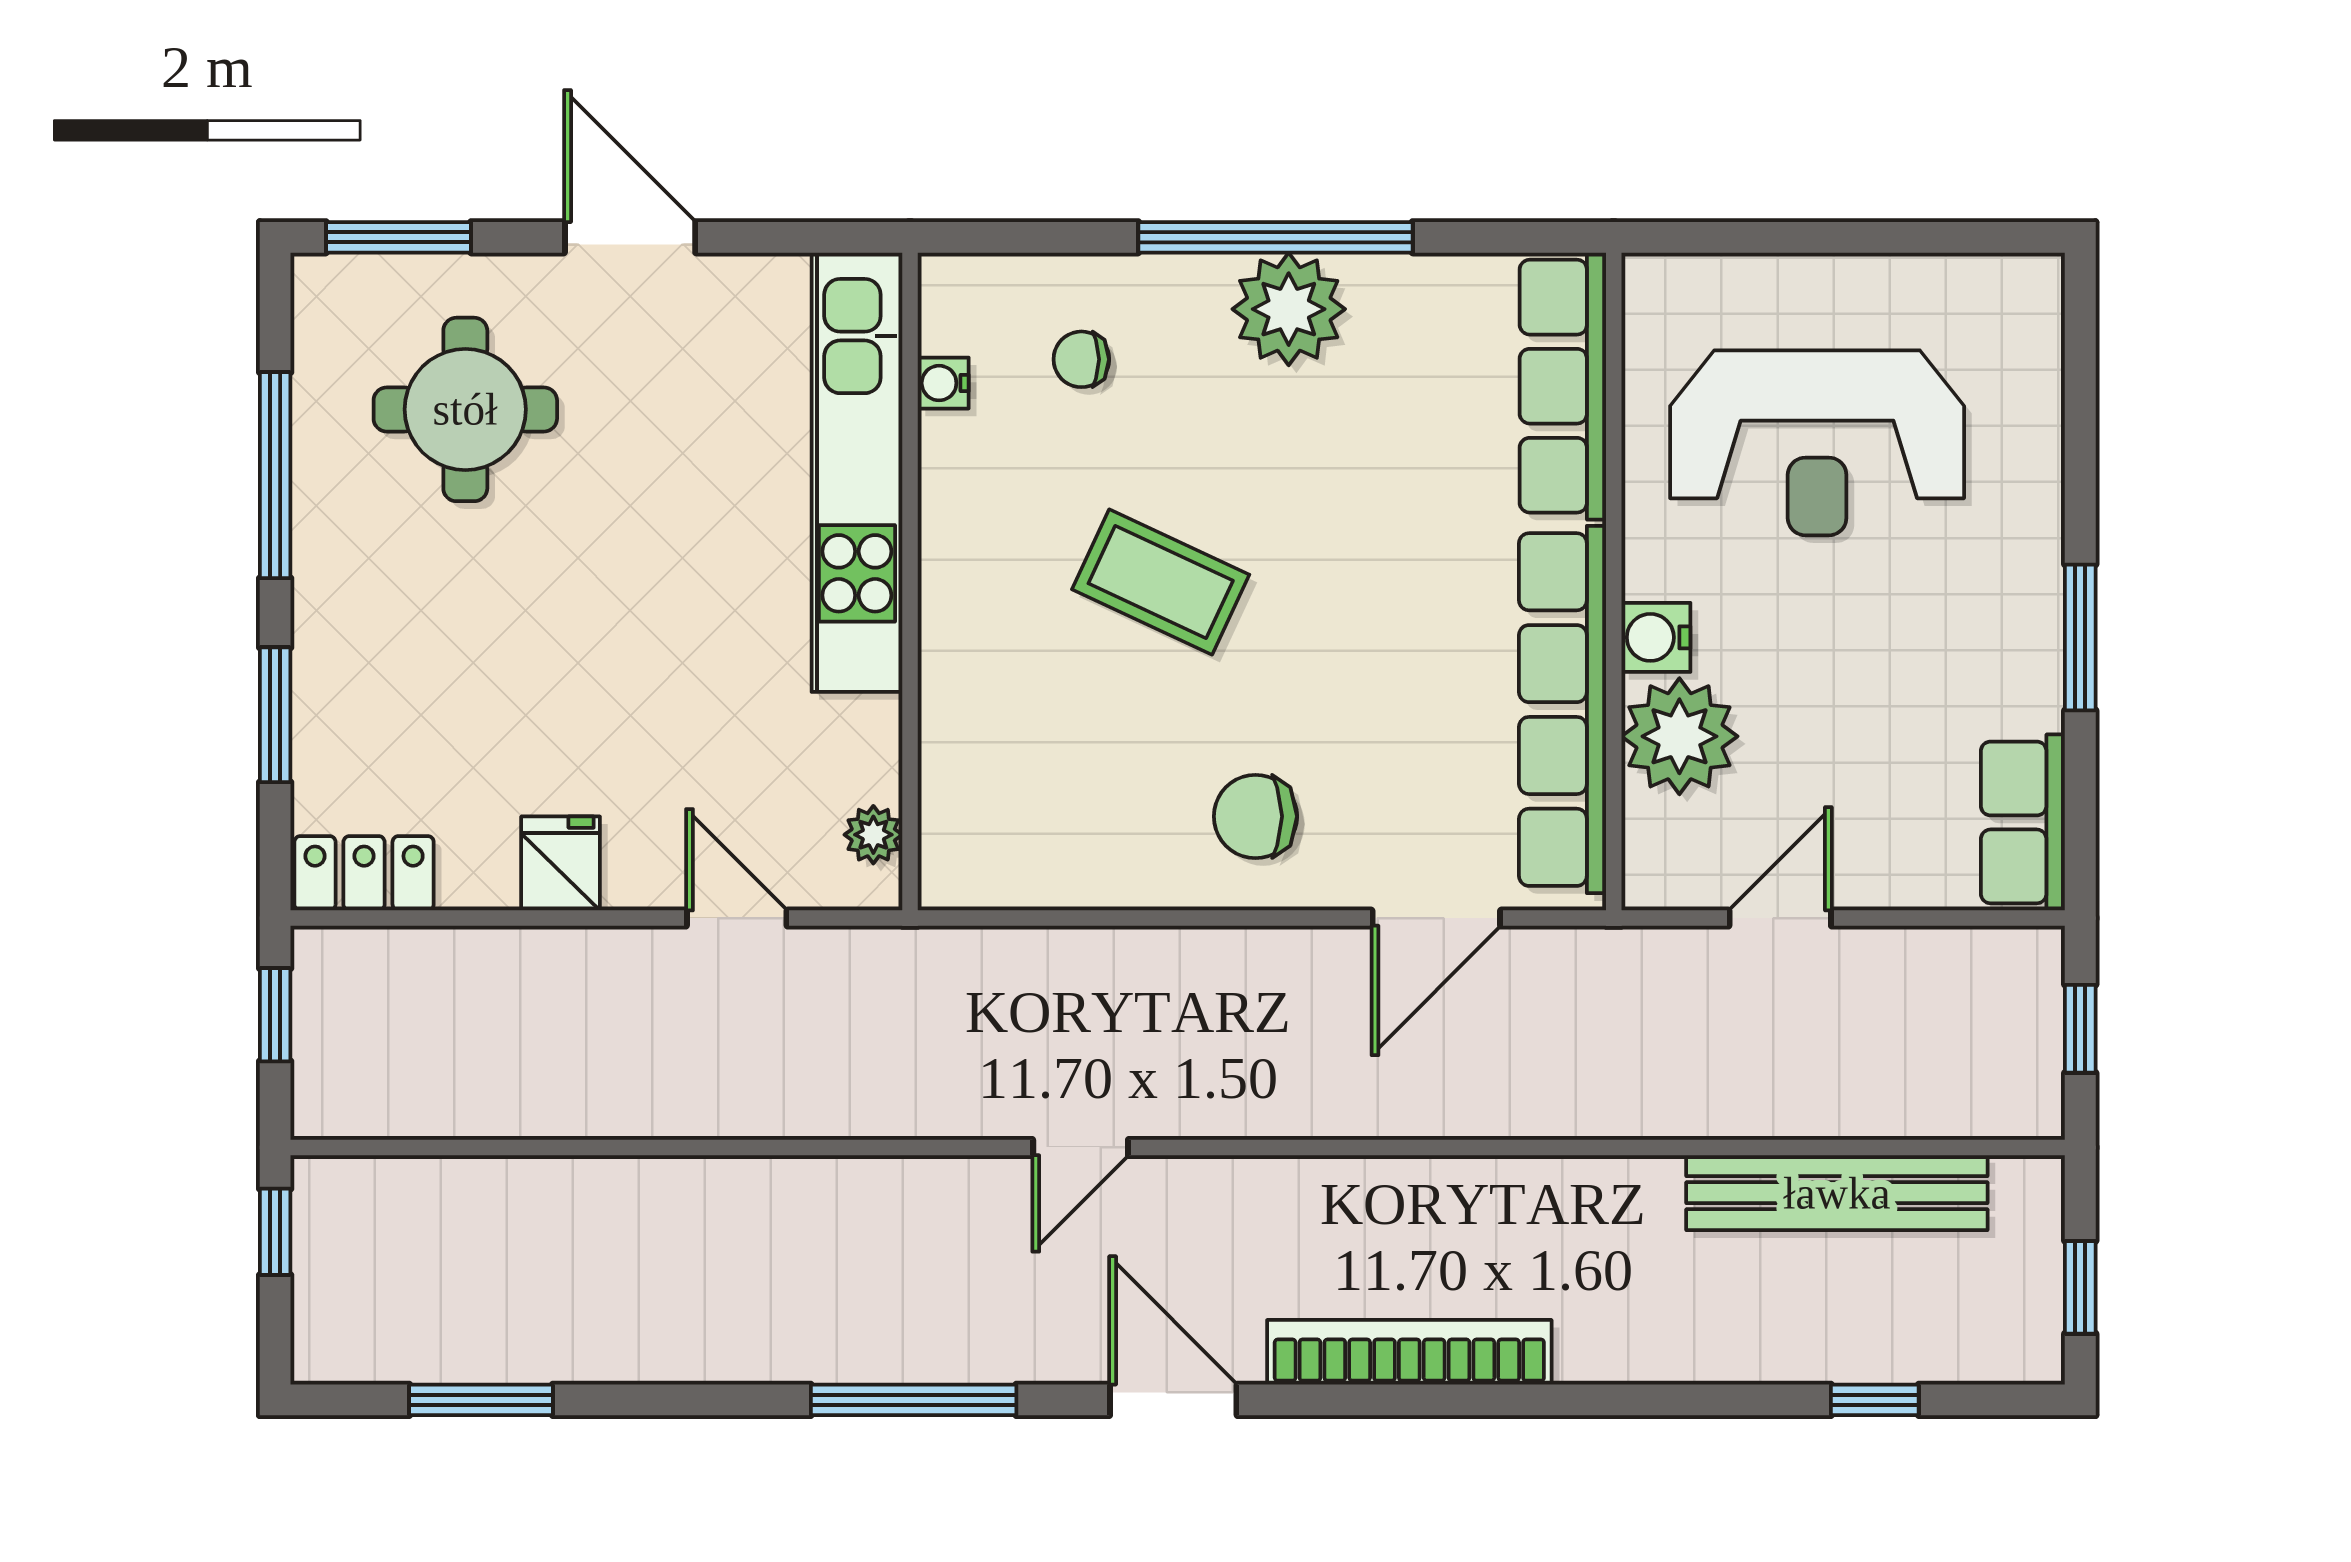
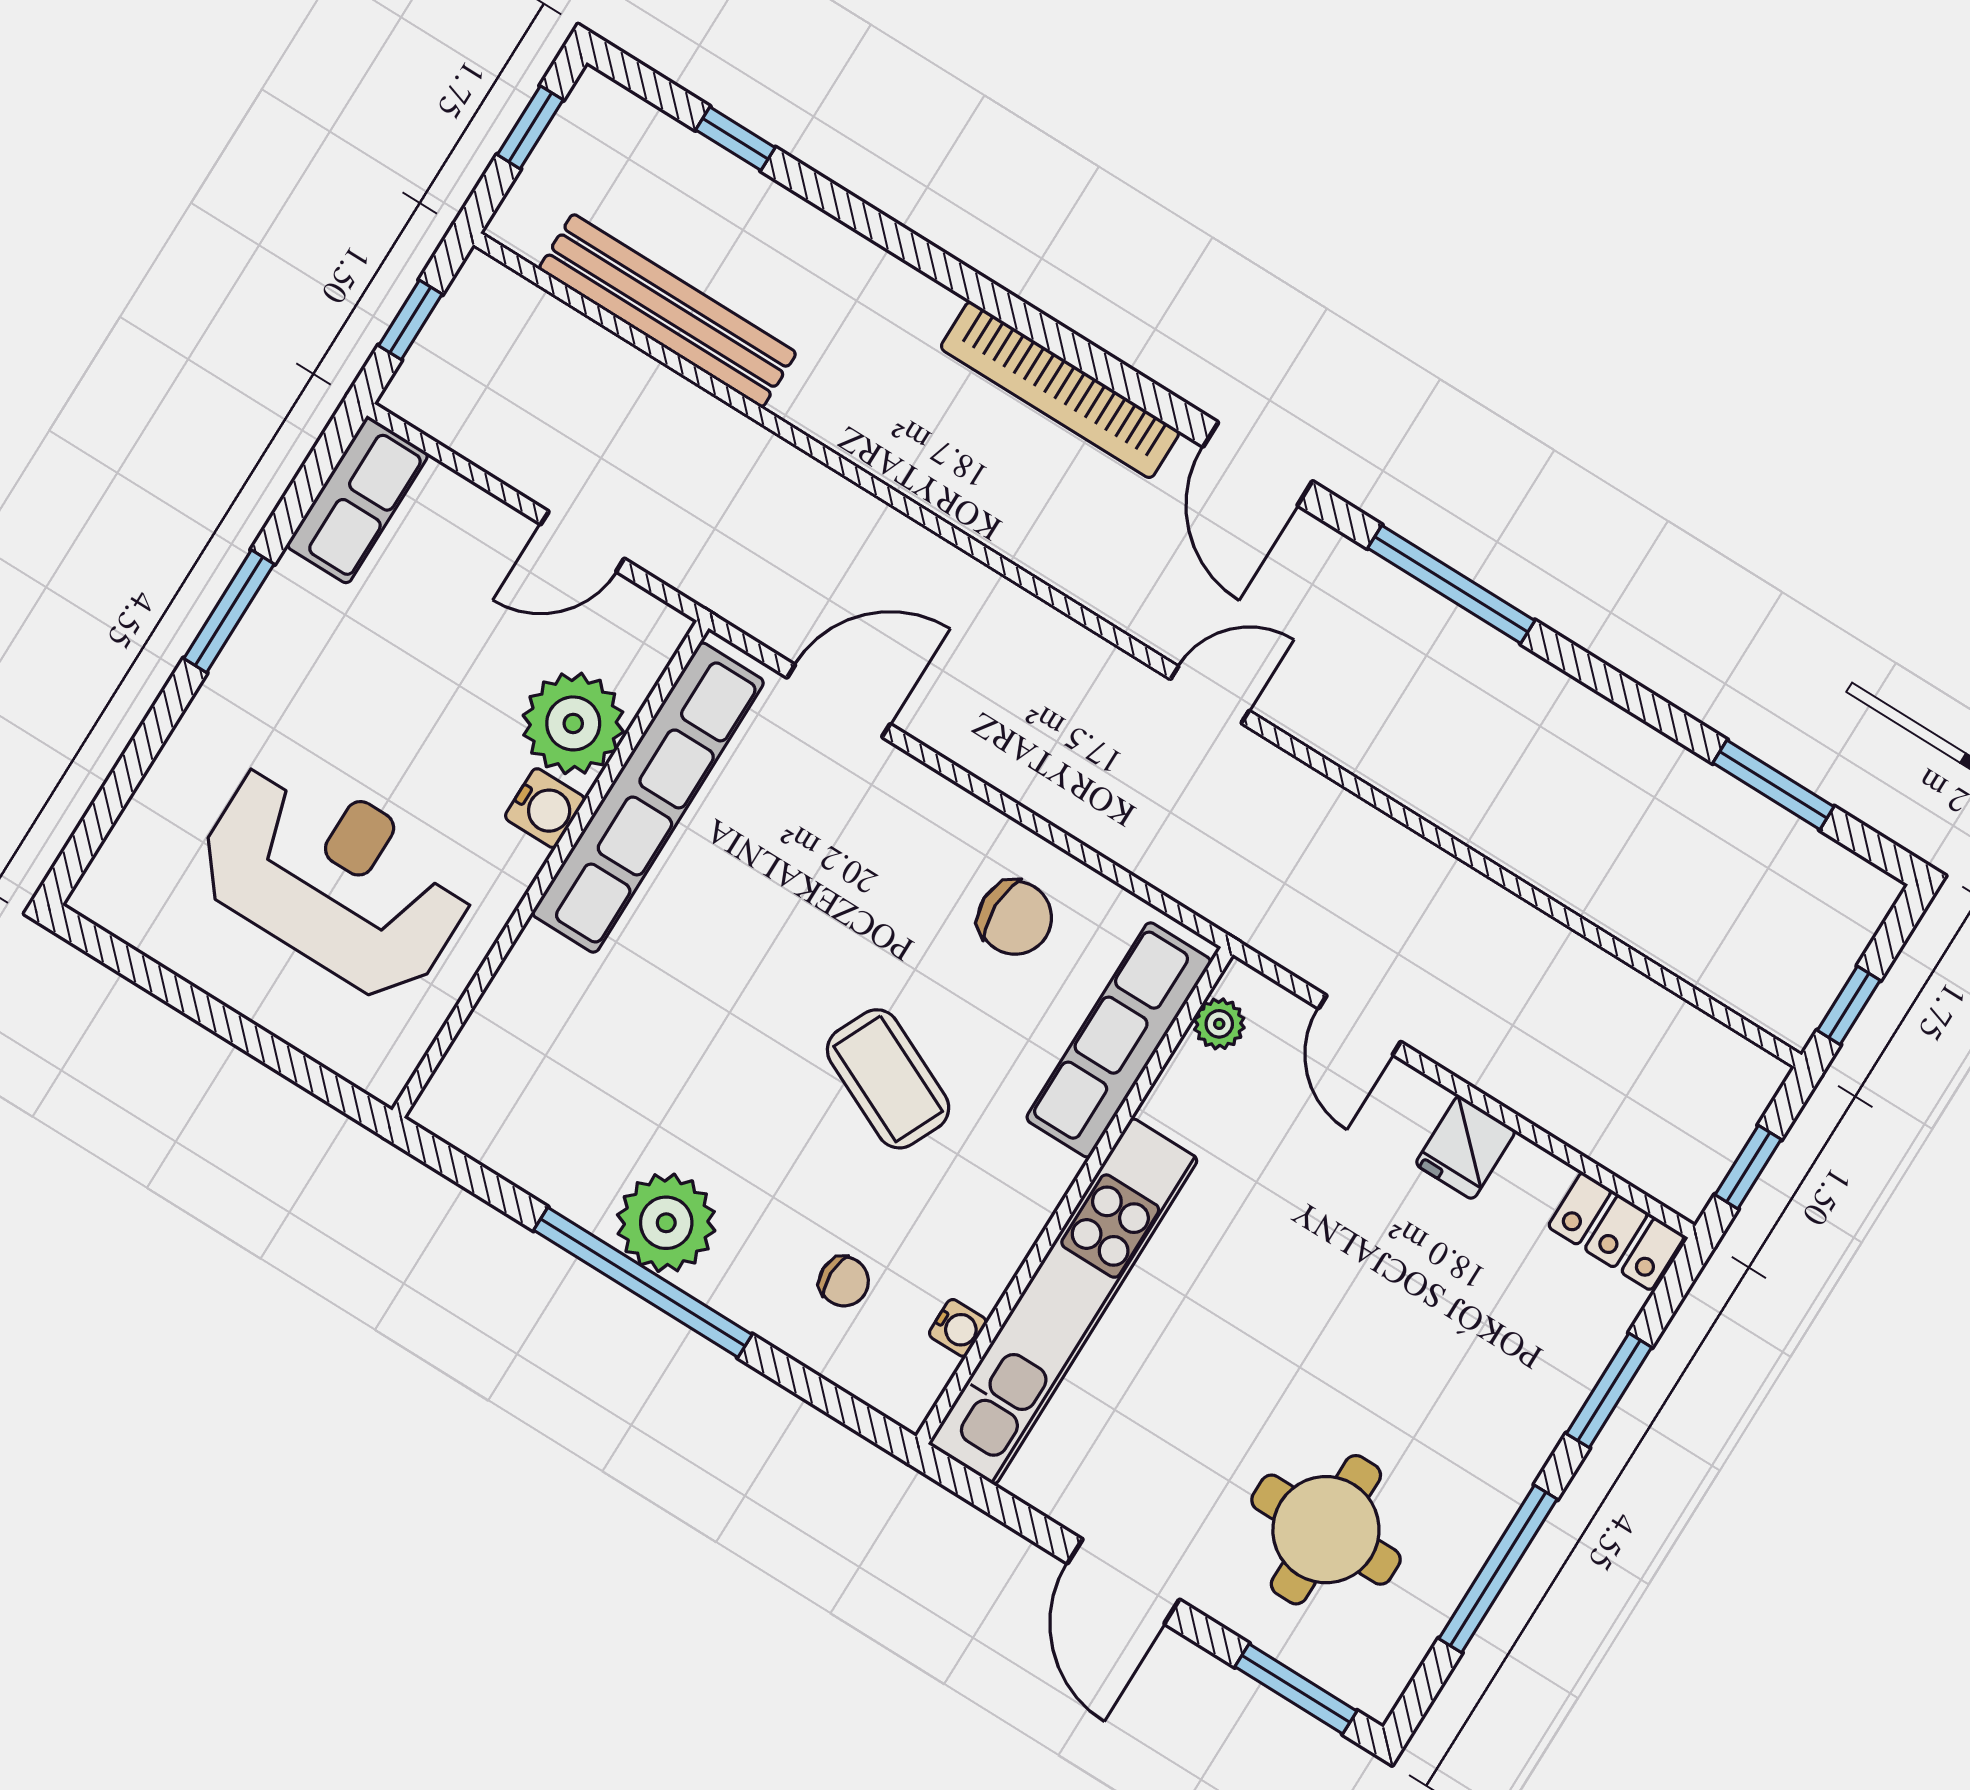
row of seats: (1563, 386) -> (1119, 1040), moved, turned 180
chair: (1255, 816) -> (1015, 918), moved

